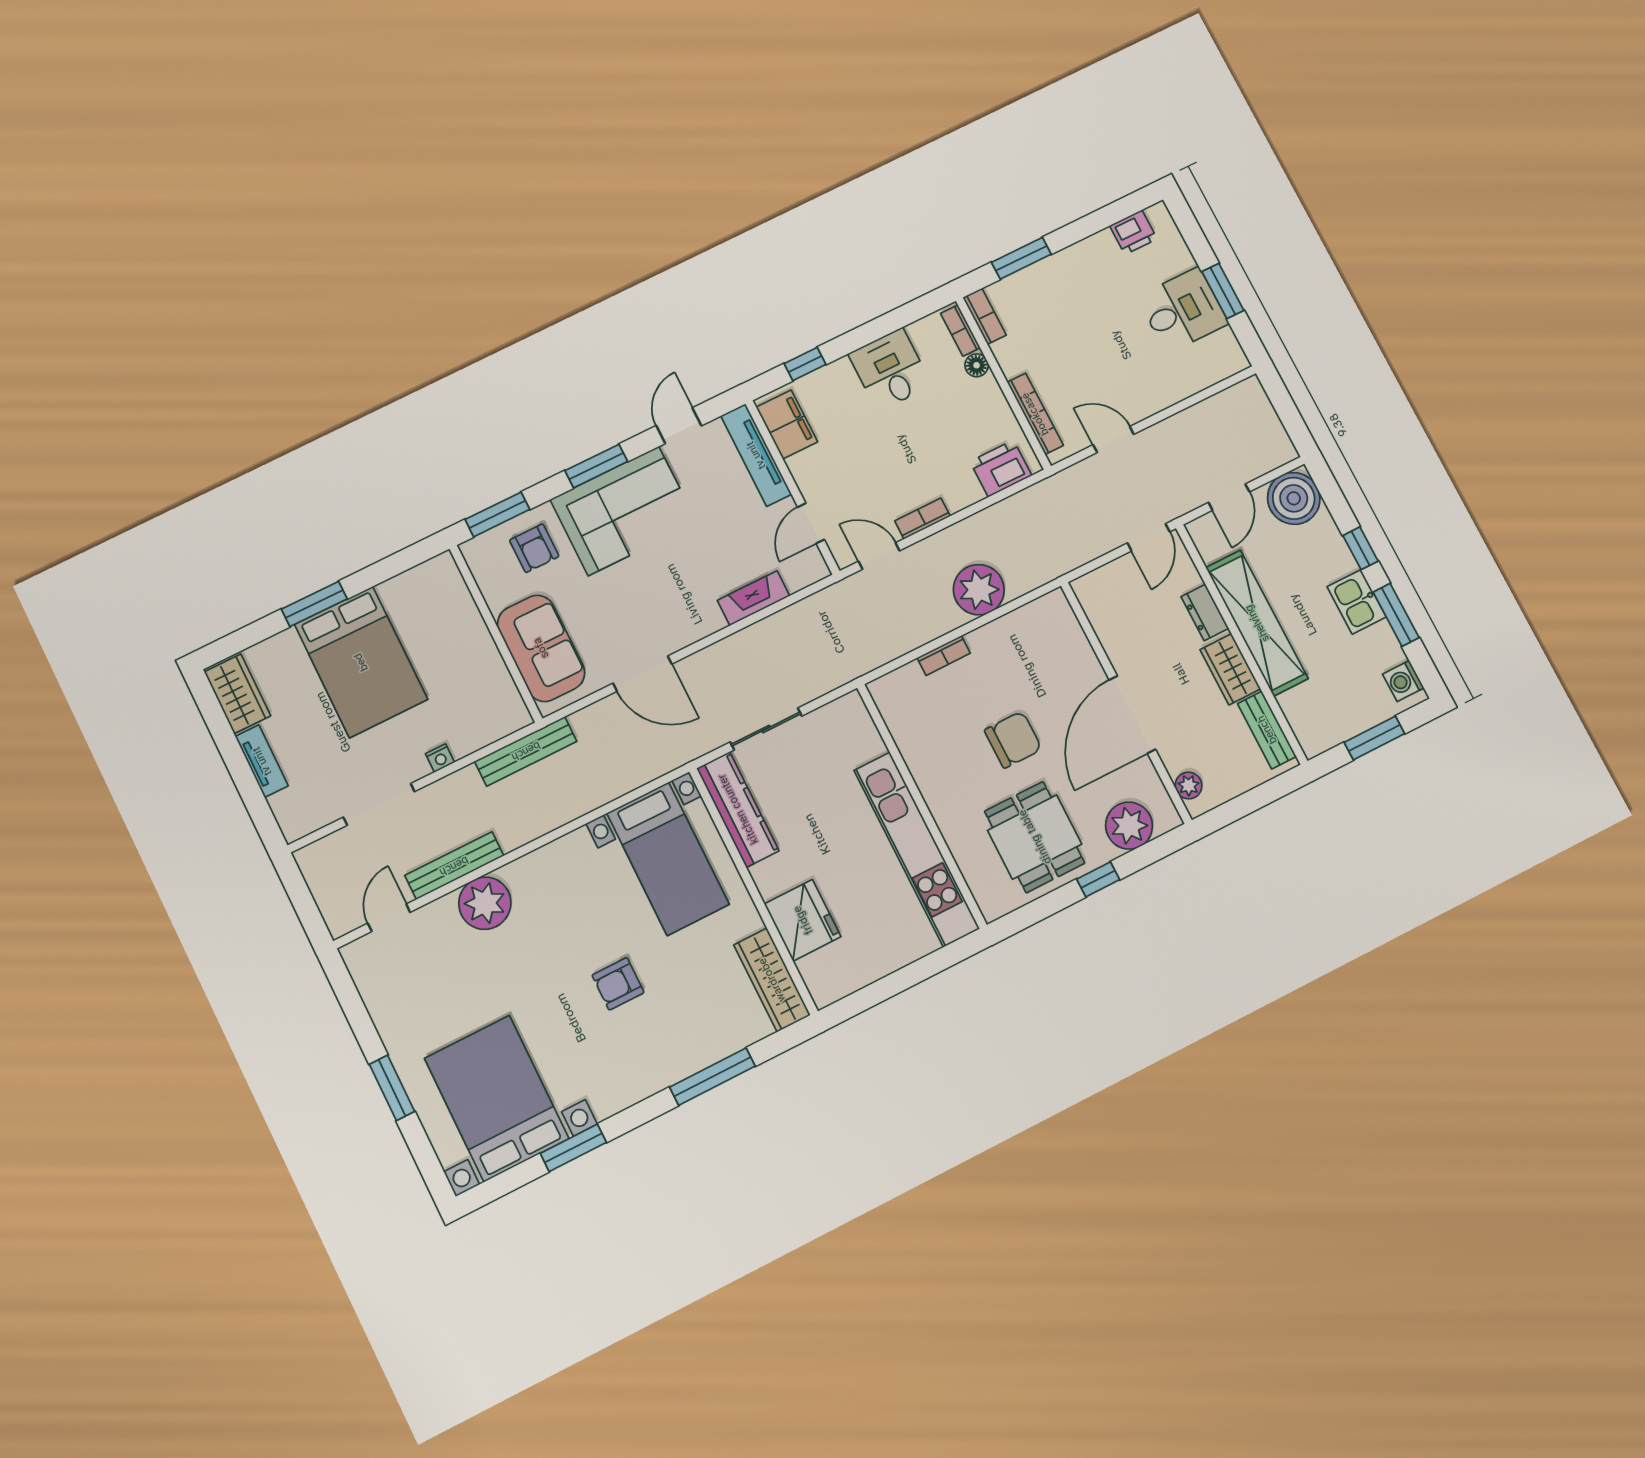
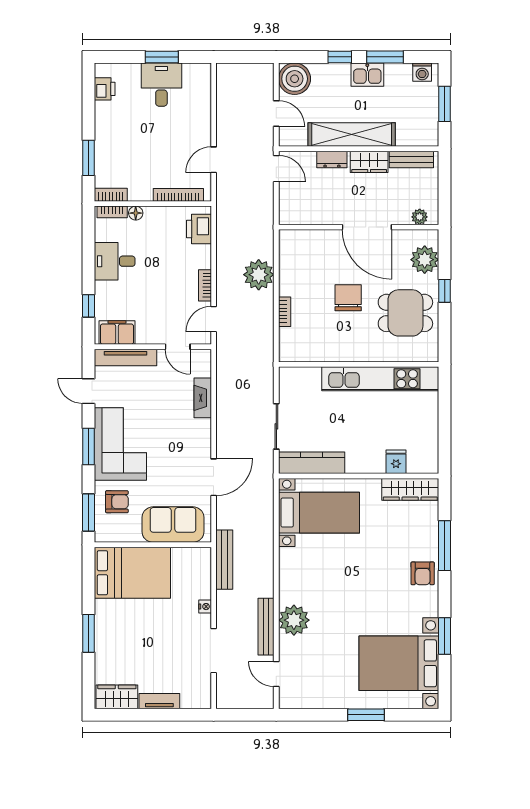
bed: (361, 662) -> (132, 573), moved
fridge: (803, 920) -> (396, 462), width x0.53, depth x0.75
armchair: (618, 984) -> (423, 573), moved

